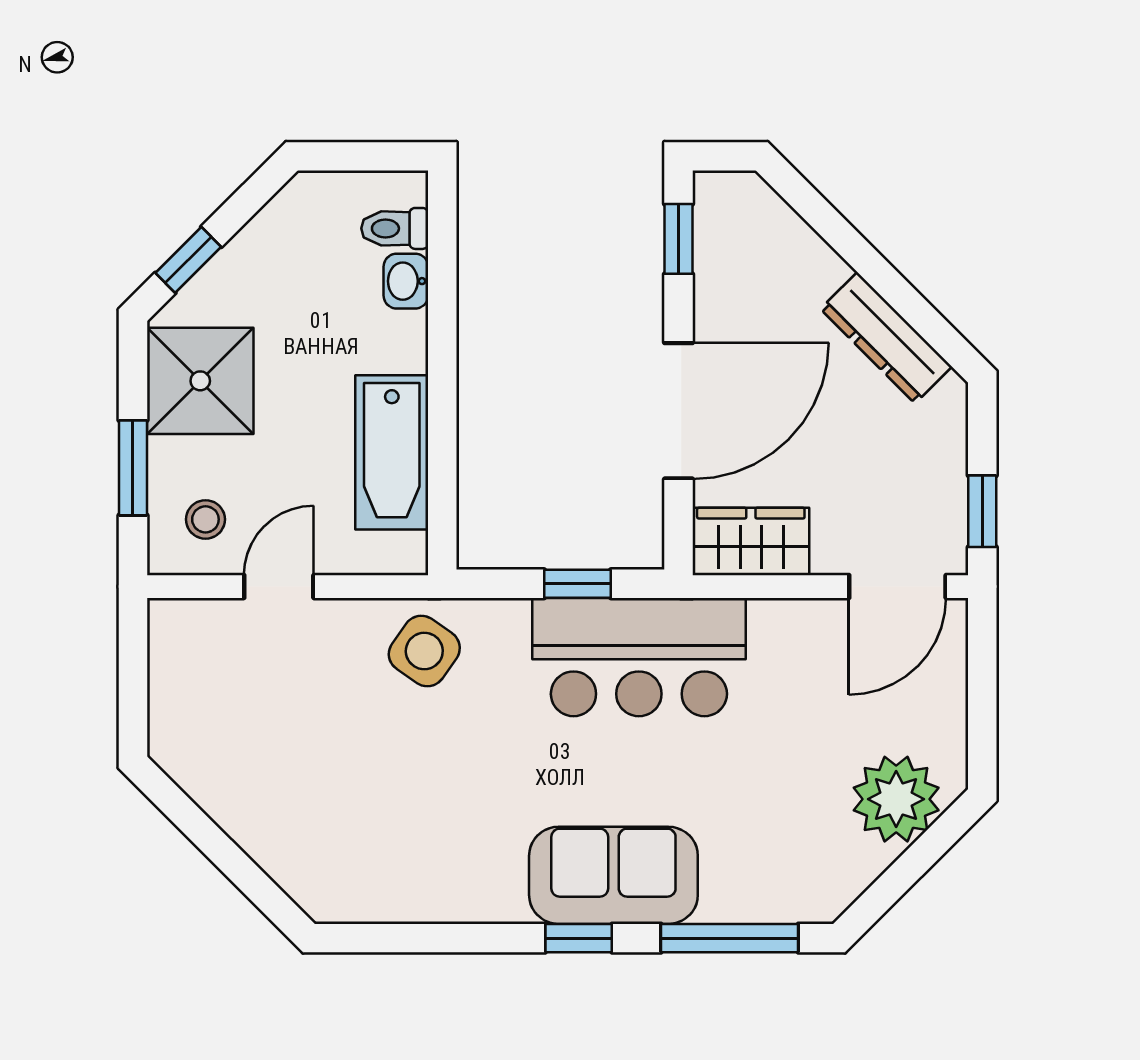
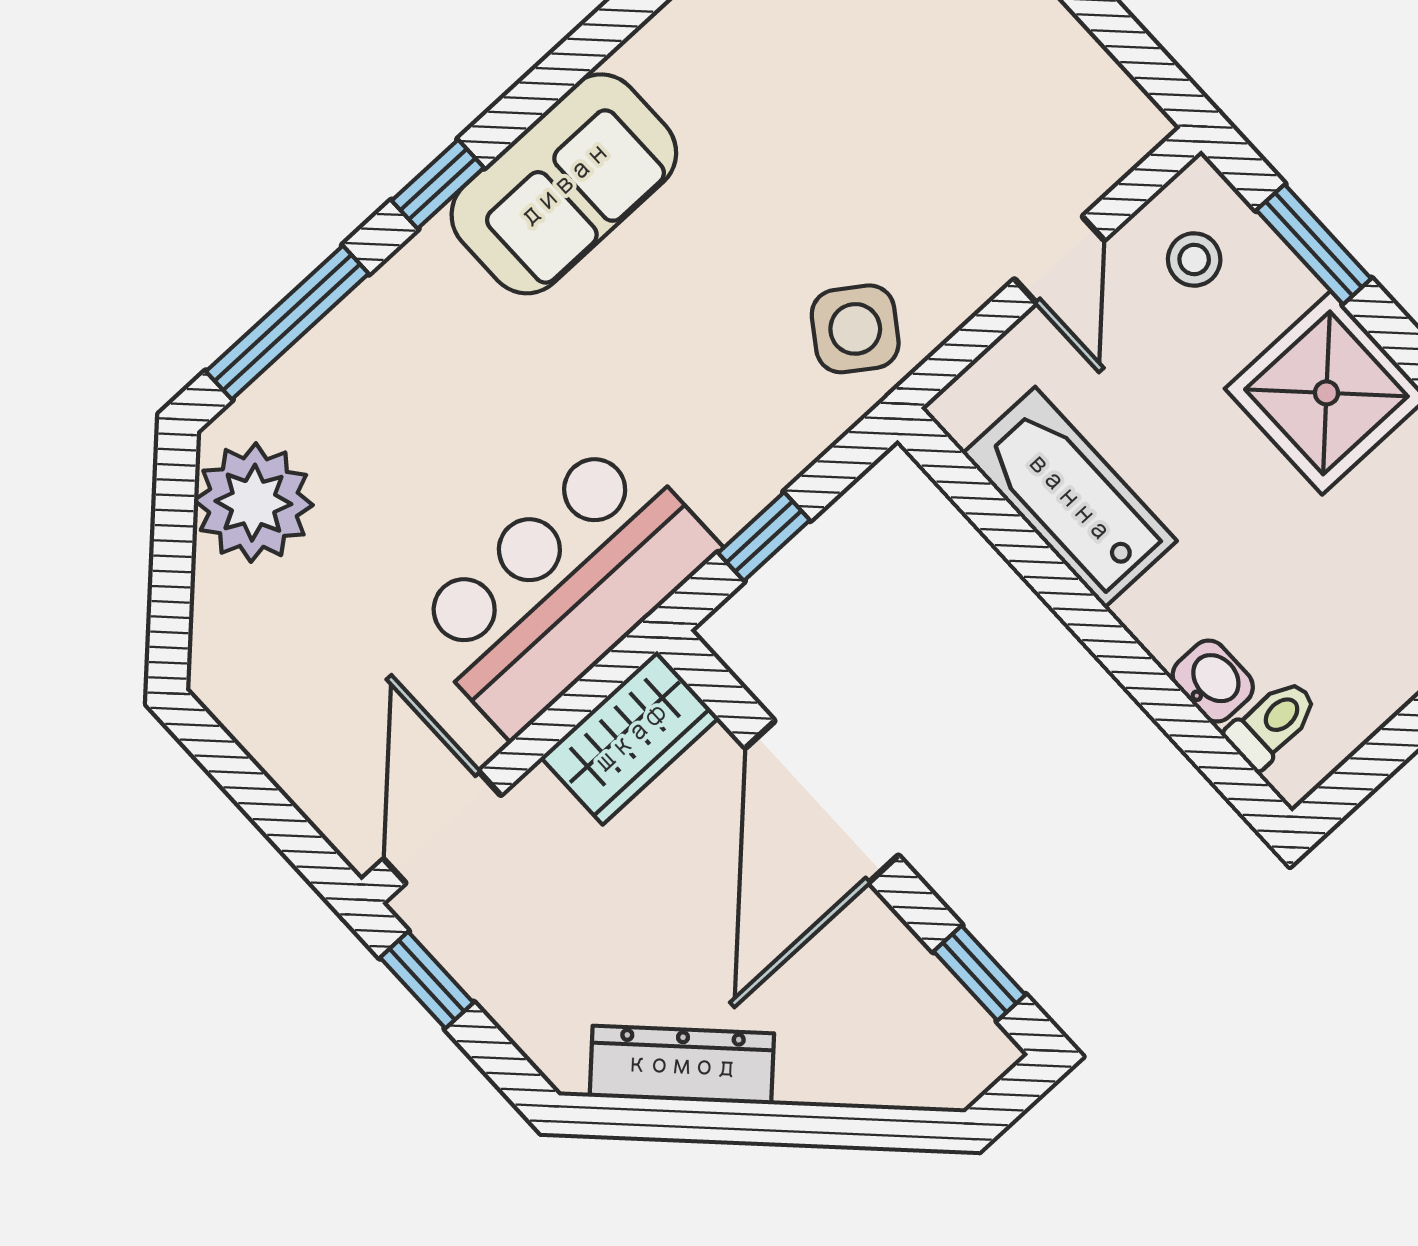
bar counter: (639, 657) -> (563, 586), moved
plant: (896, 799) -> (253, 503), moved
sofa: (613, 875) -> (564, 184), moved

